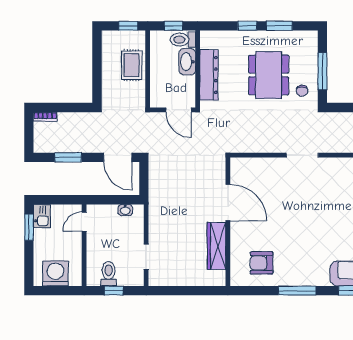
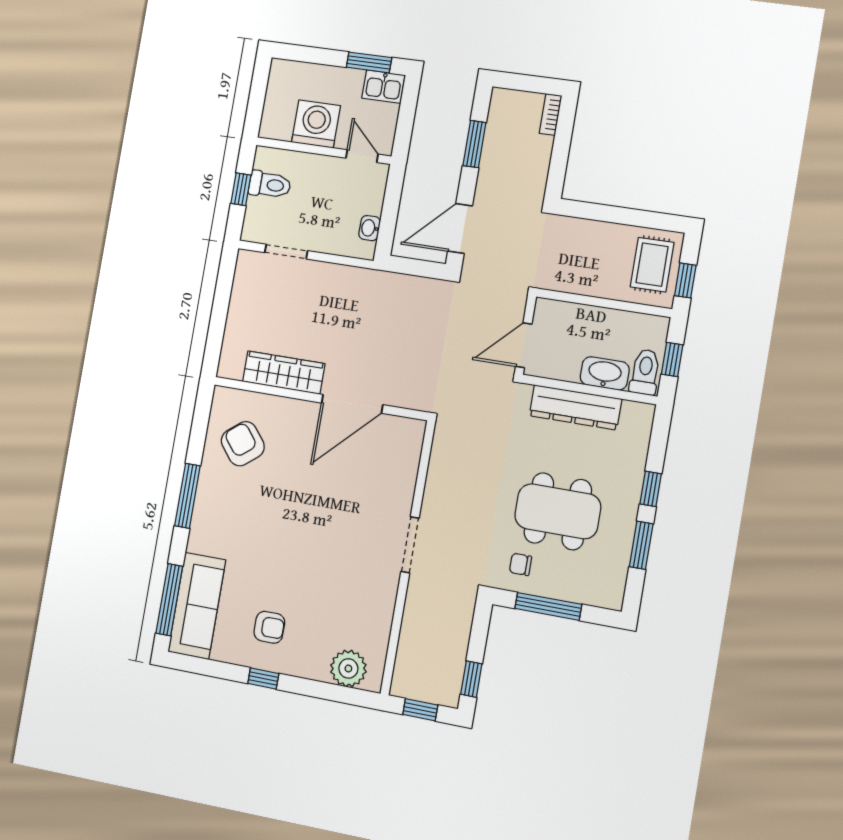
rug: (132, 65) -> (652, 265), moved, turned 90
armchair: (262, 263) -> (243, 444), turned -39
washing machine: (55, 273) -> (316, 124), moved, turned -90

